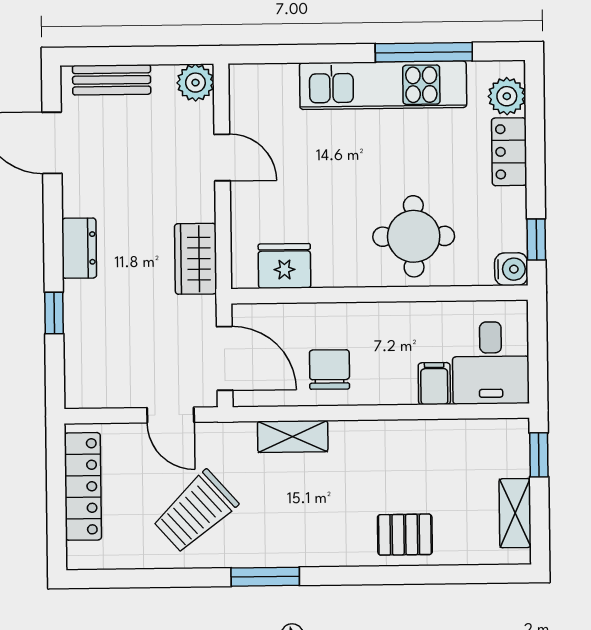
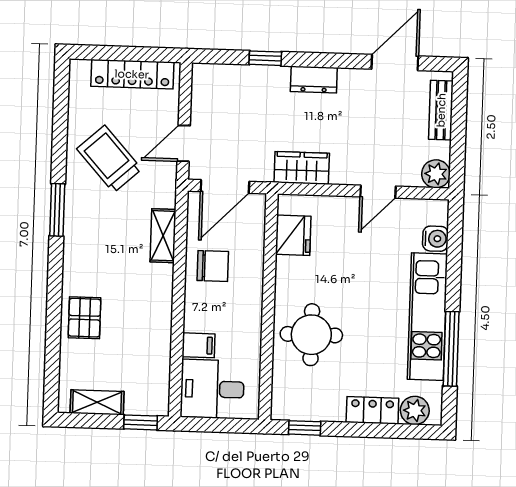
water cooler: (511, 269) -> (435, 239), moved, turned -90

